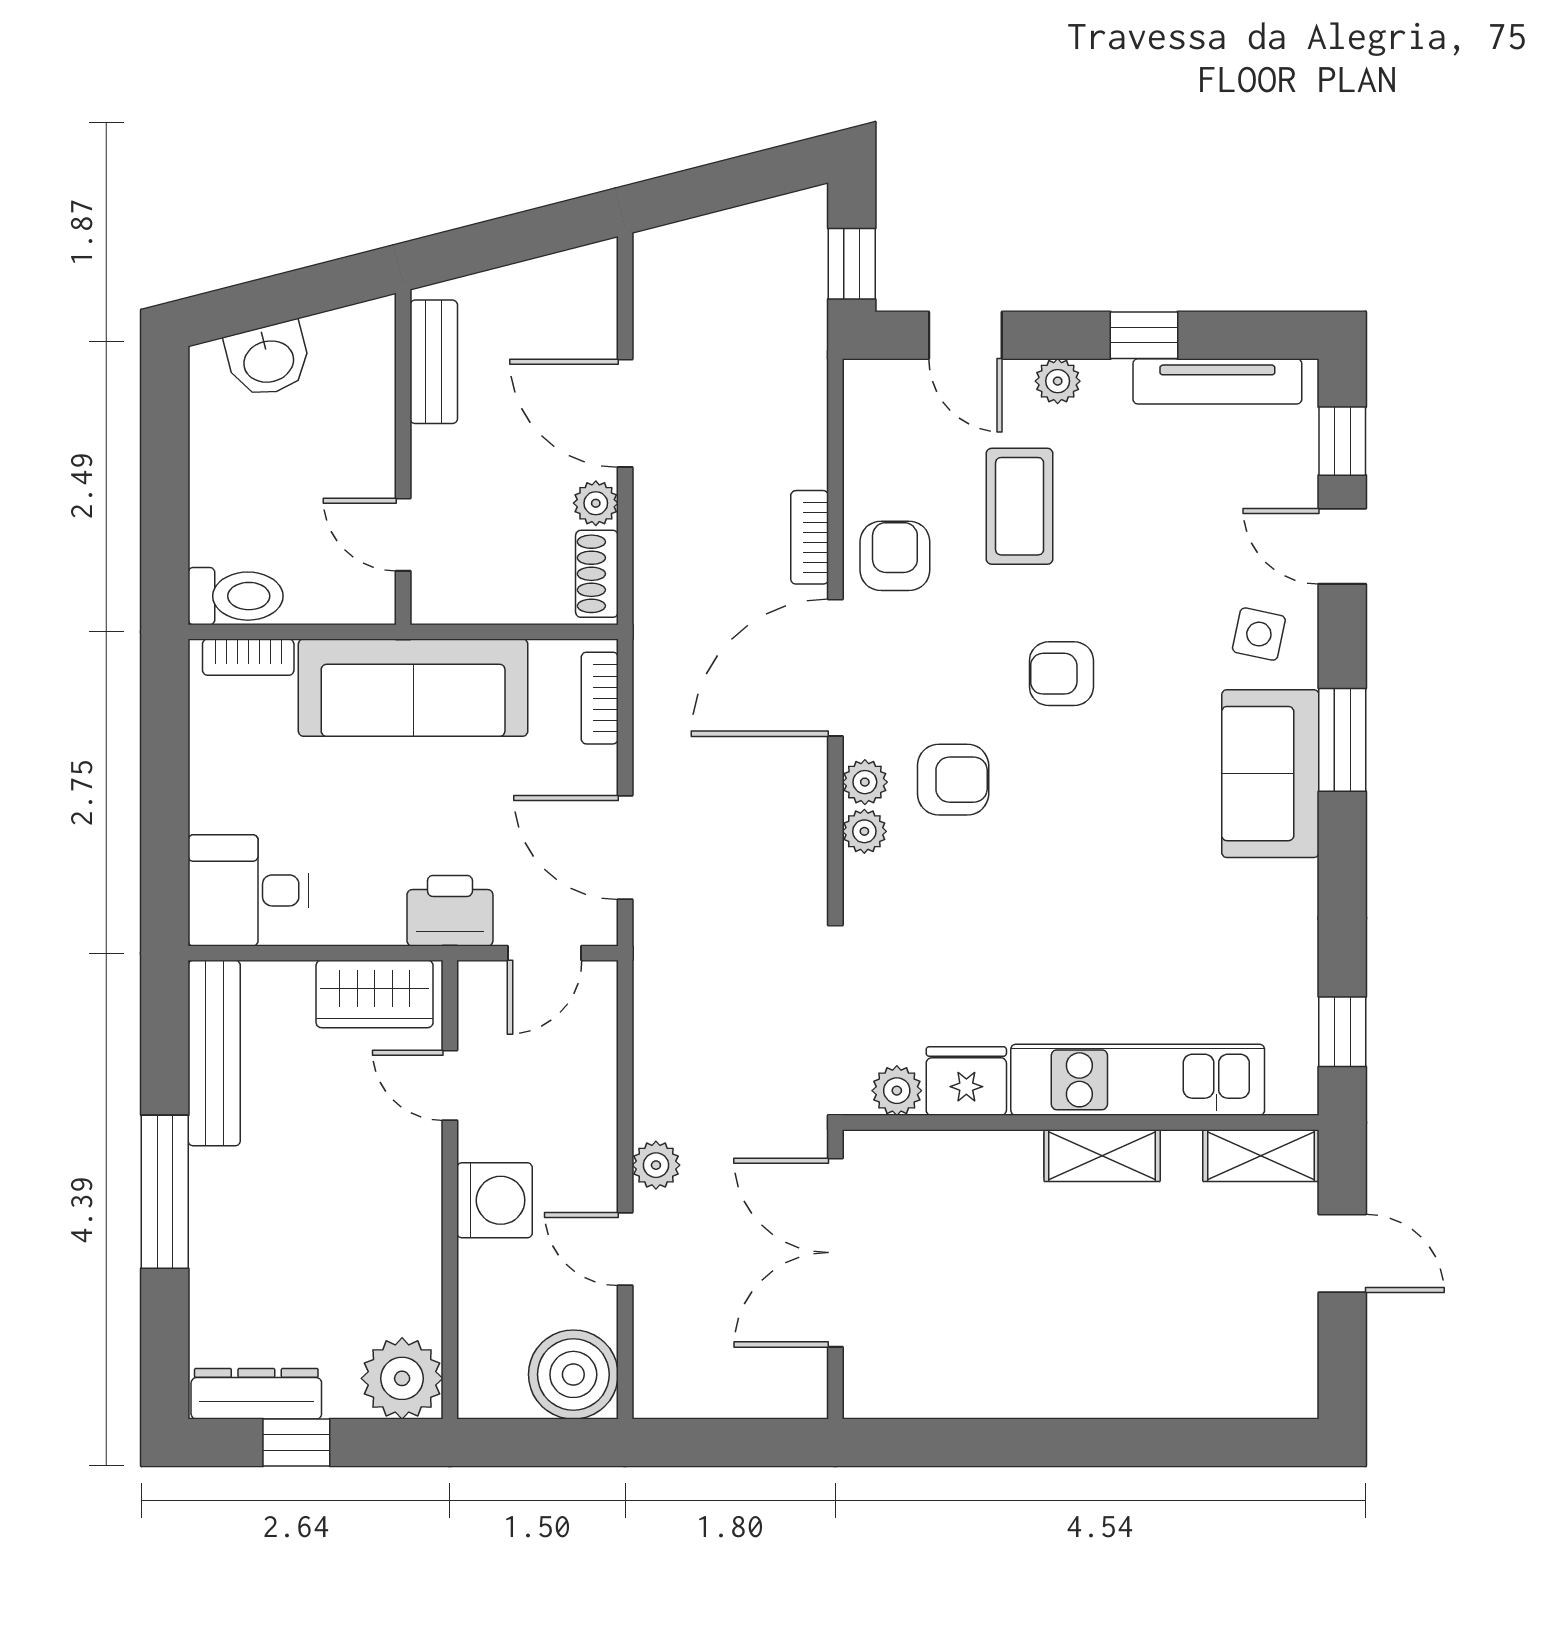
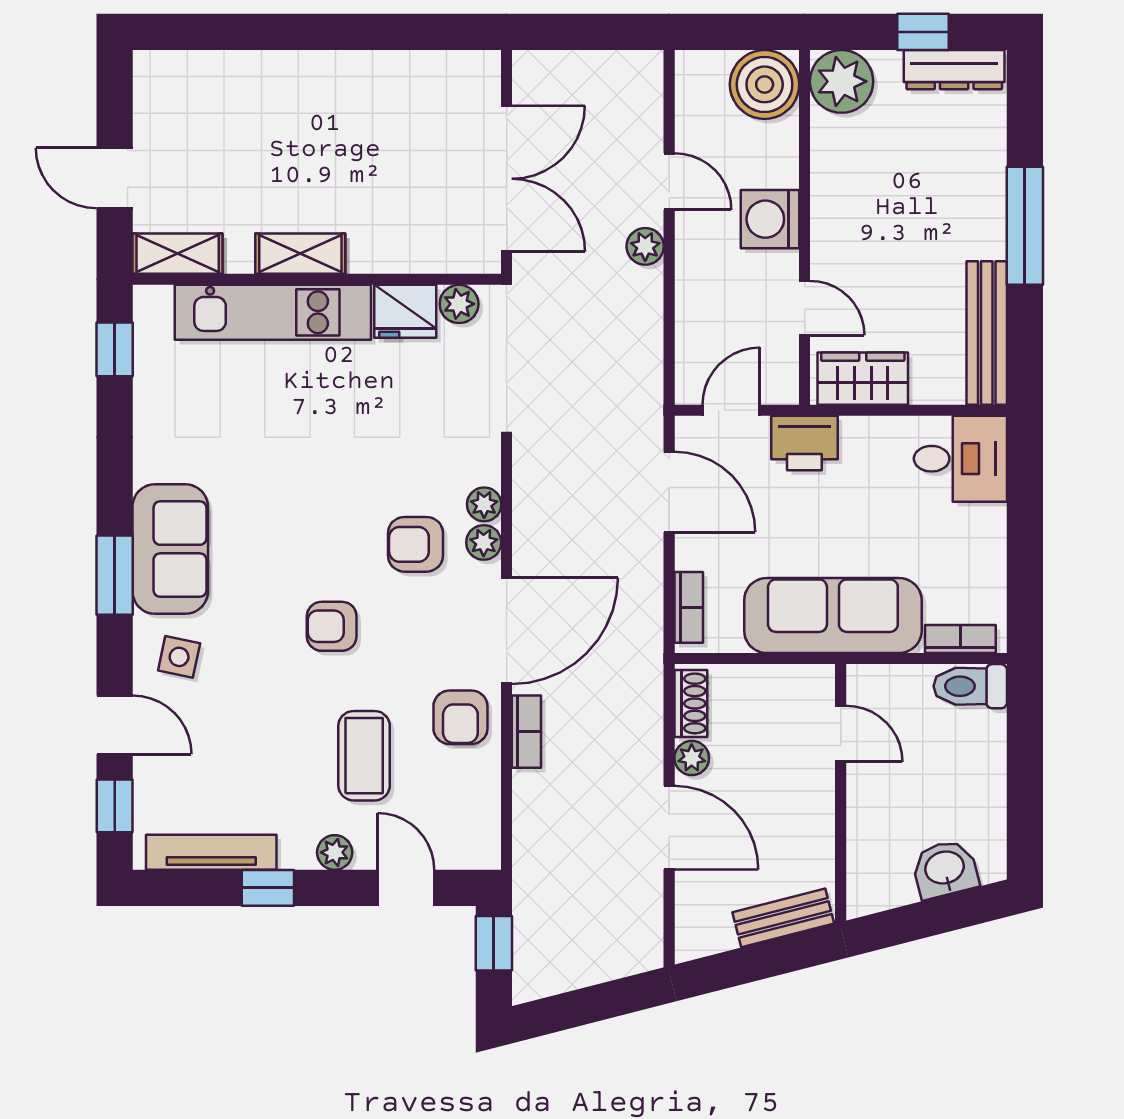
bench: (434, 362) -> (783, 918), moved, turned 76
armchair: (1061, 674) -> (332, 626), turned 180
boiler: (573, 1374) -> (765, 84), moved

